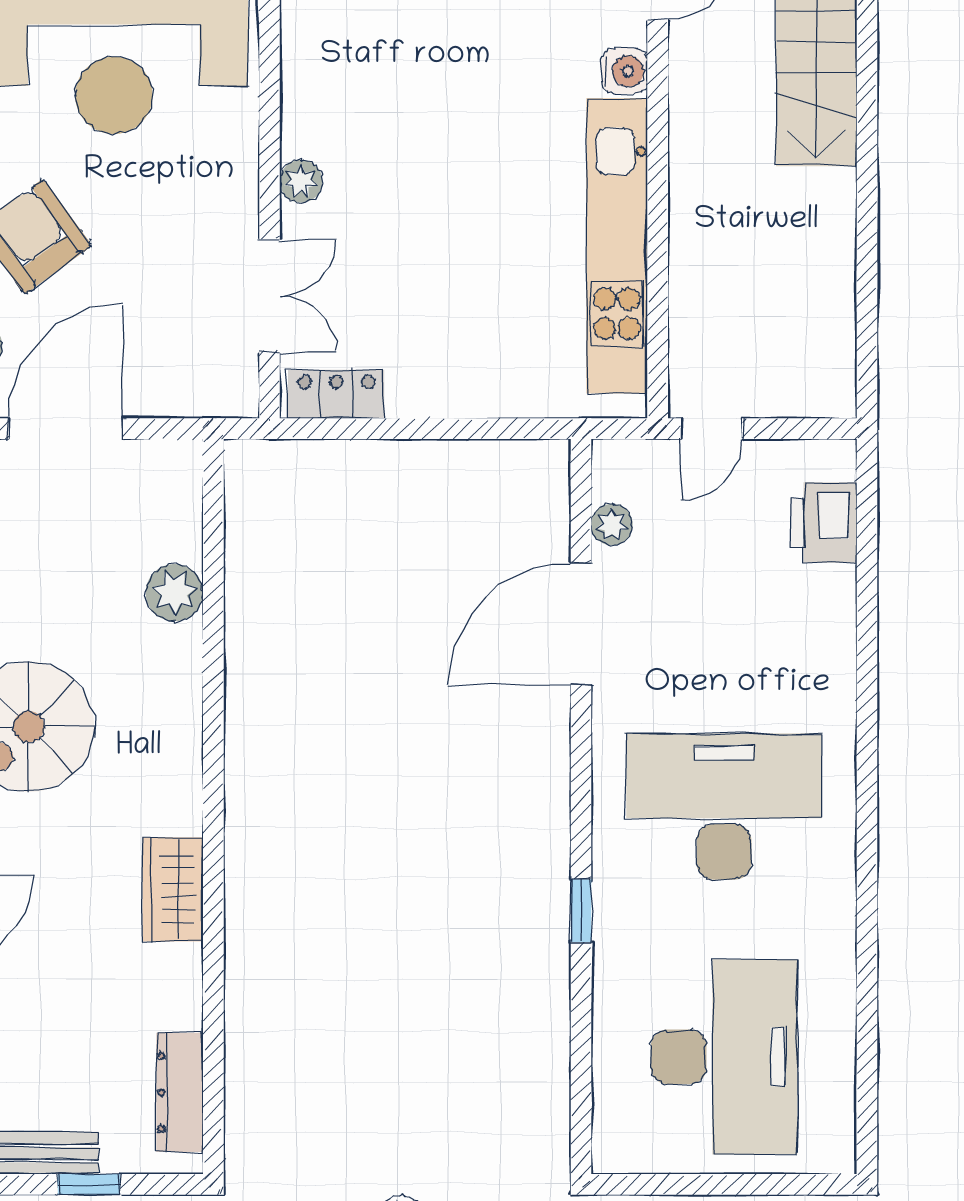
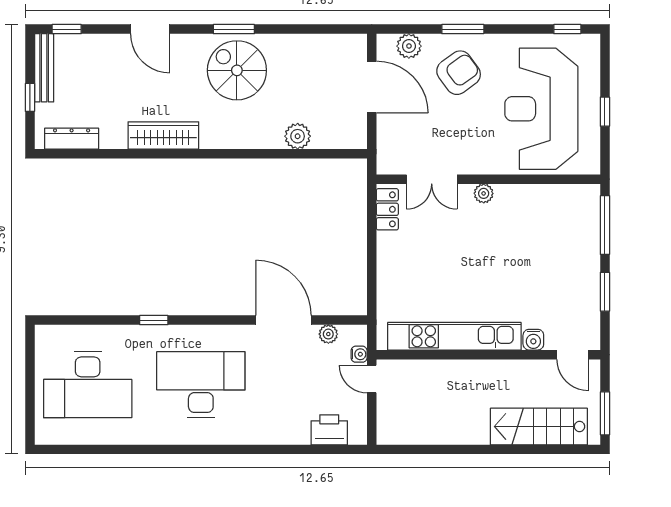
water cooler: (657, 457) -> (359, 354), added
desk: (724, 807) -> (201, 385), turned -90
wardrobe: (173, 889) -> (163, 136), width x1.50

